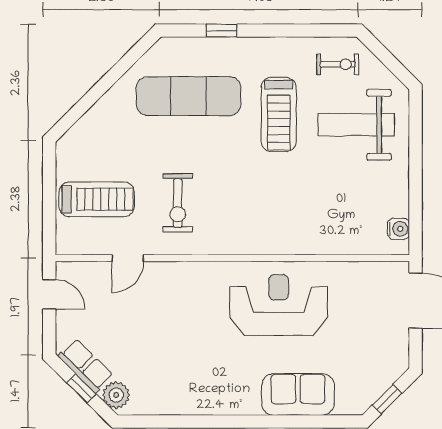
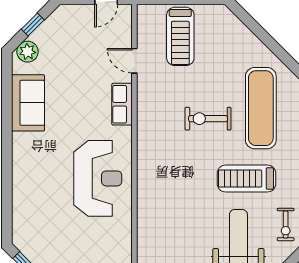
exercise bike: (178, 203) -> (208, 119), moved
row of seats: (86, 366) -> (122, 104), moved, turned 135
sofa: (298, 394) -> (28, 103), moved

